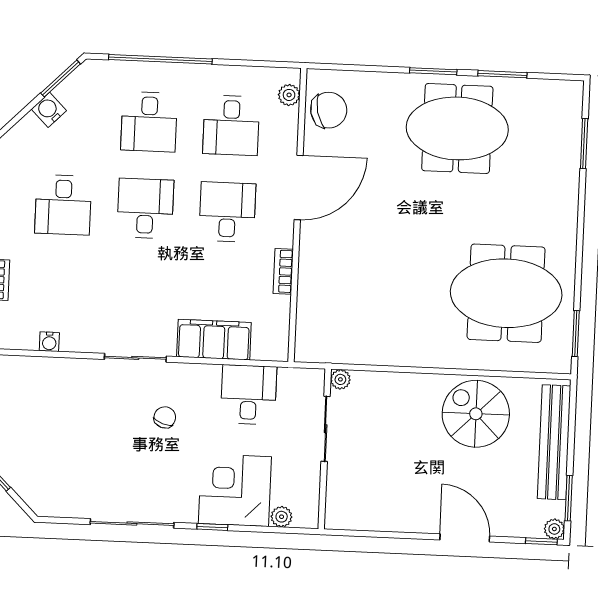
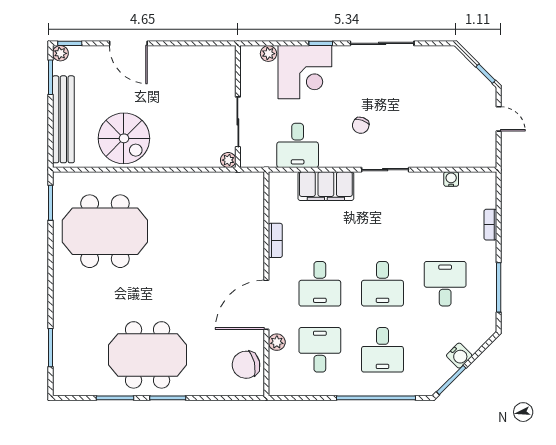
plant: (289, 95) -> (277, 342), moved
desk: (149, 122) -> (382, 350), turned 180

